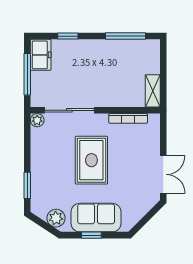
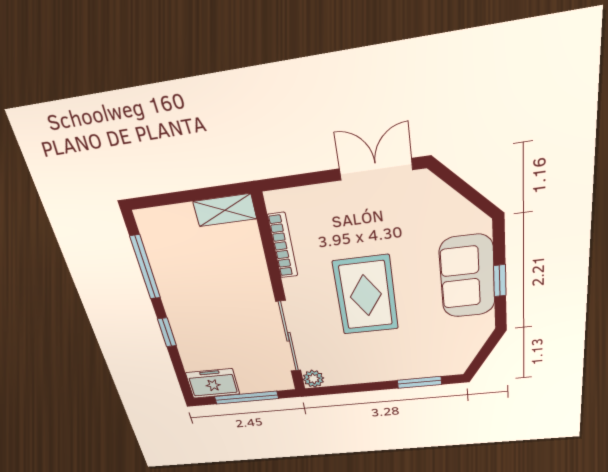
window: (68, 36) -> (167, 332), moved
rug: (91, 160) -> (366, 295), turned 90
plant: (56, 218) -> (471, 338), removed

